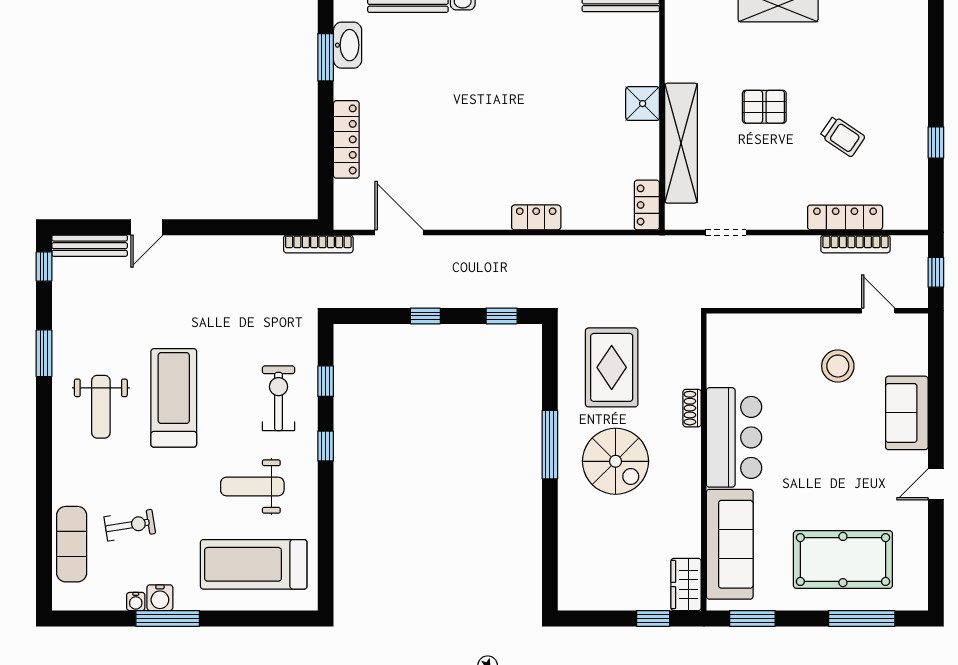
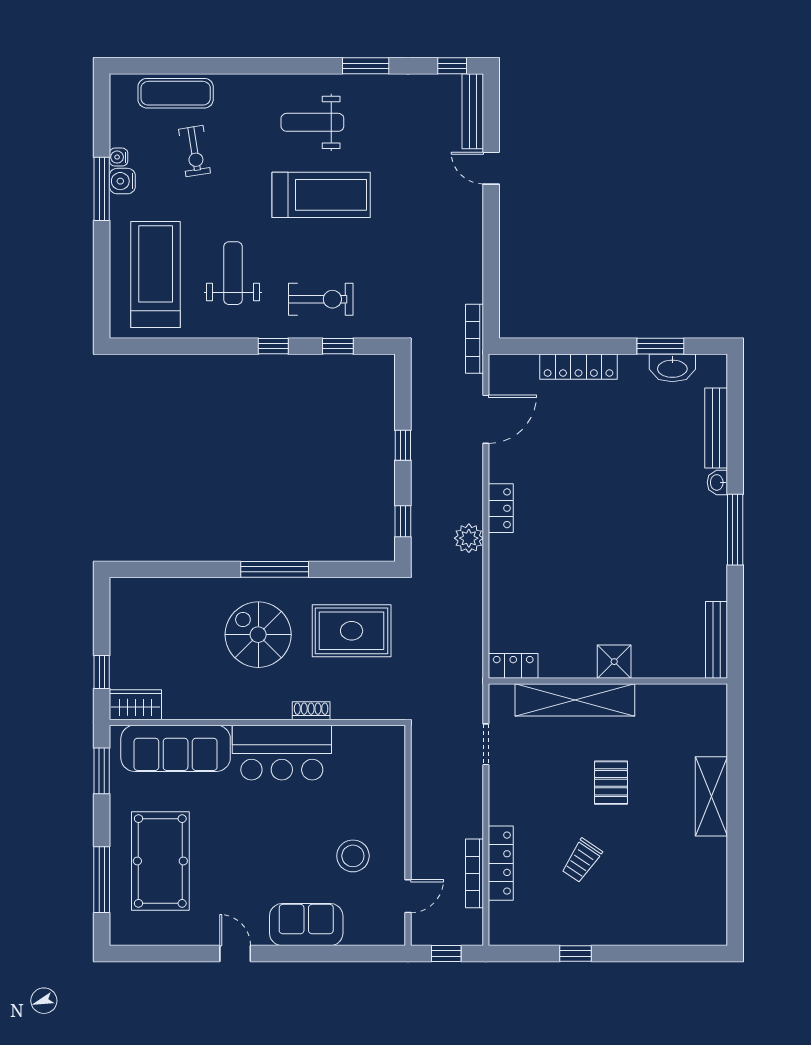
locker: (536, 217) -> (501, 508), moved
plant: (519, 250) -> (469, 538), added
spiral stairs: (616, 461) -> (258, 635), turned 90

